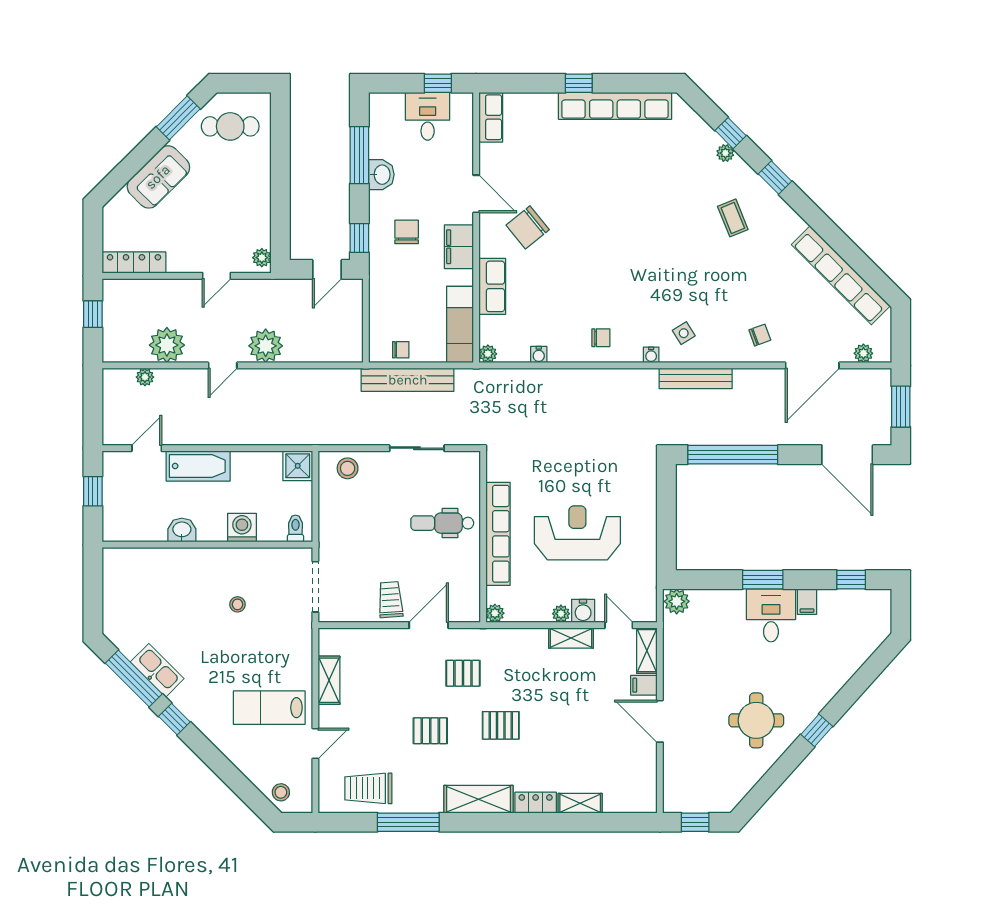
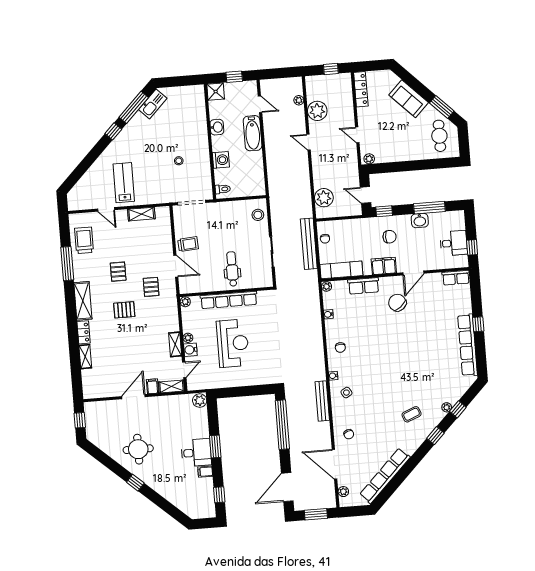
plant: (266, 346) -> (324, 198), moved
shower: (298, 466) -> (216, 92), moved
kitchen sink: (157, 670) -> (153, 104), moved
pallet: (501, 725) -> (124, 310), turned 90
stool: (281, 792) -> (78, 193), removed

